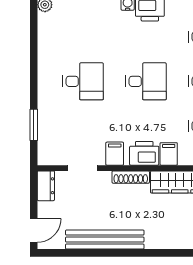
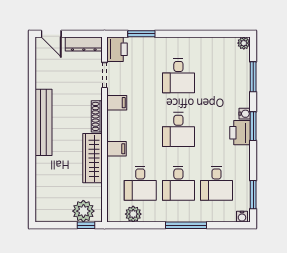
printer: (144, 153) -> (117, 49), moved
dresser: (46, 186) -> (84, 44), width x1.44
bench: (105, 240) -> (44, 122), moved

